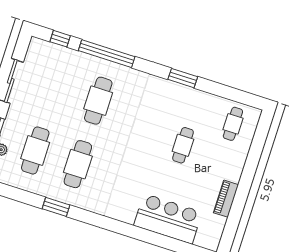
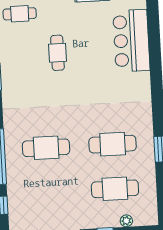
cafe table: (183, 145) -> (57, 53), turned 90

